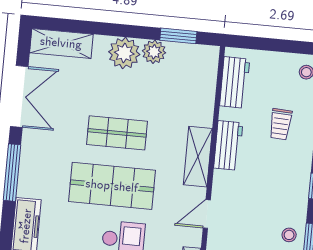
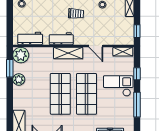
plant: (124, 53) -> (21, 55), moved
trolley: (281, 124) -> (76, 14), moved
shop shelf: (117, 133) -> (60, 94), width x1.43, depth x1.36

